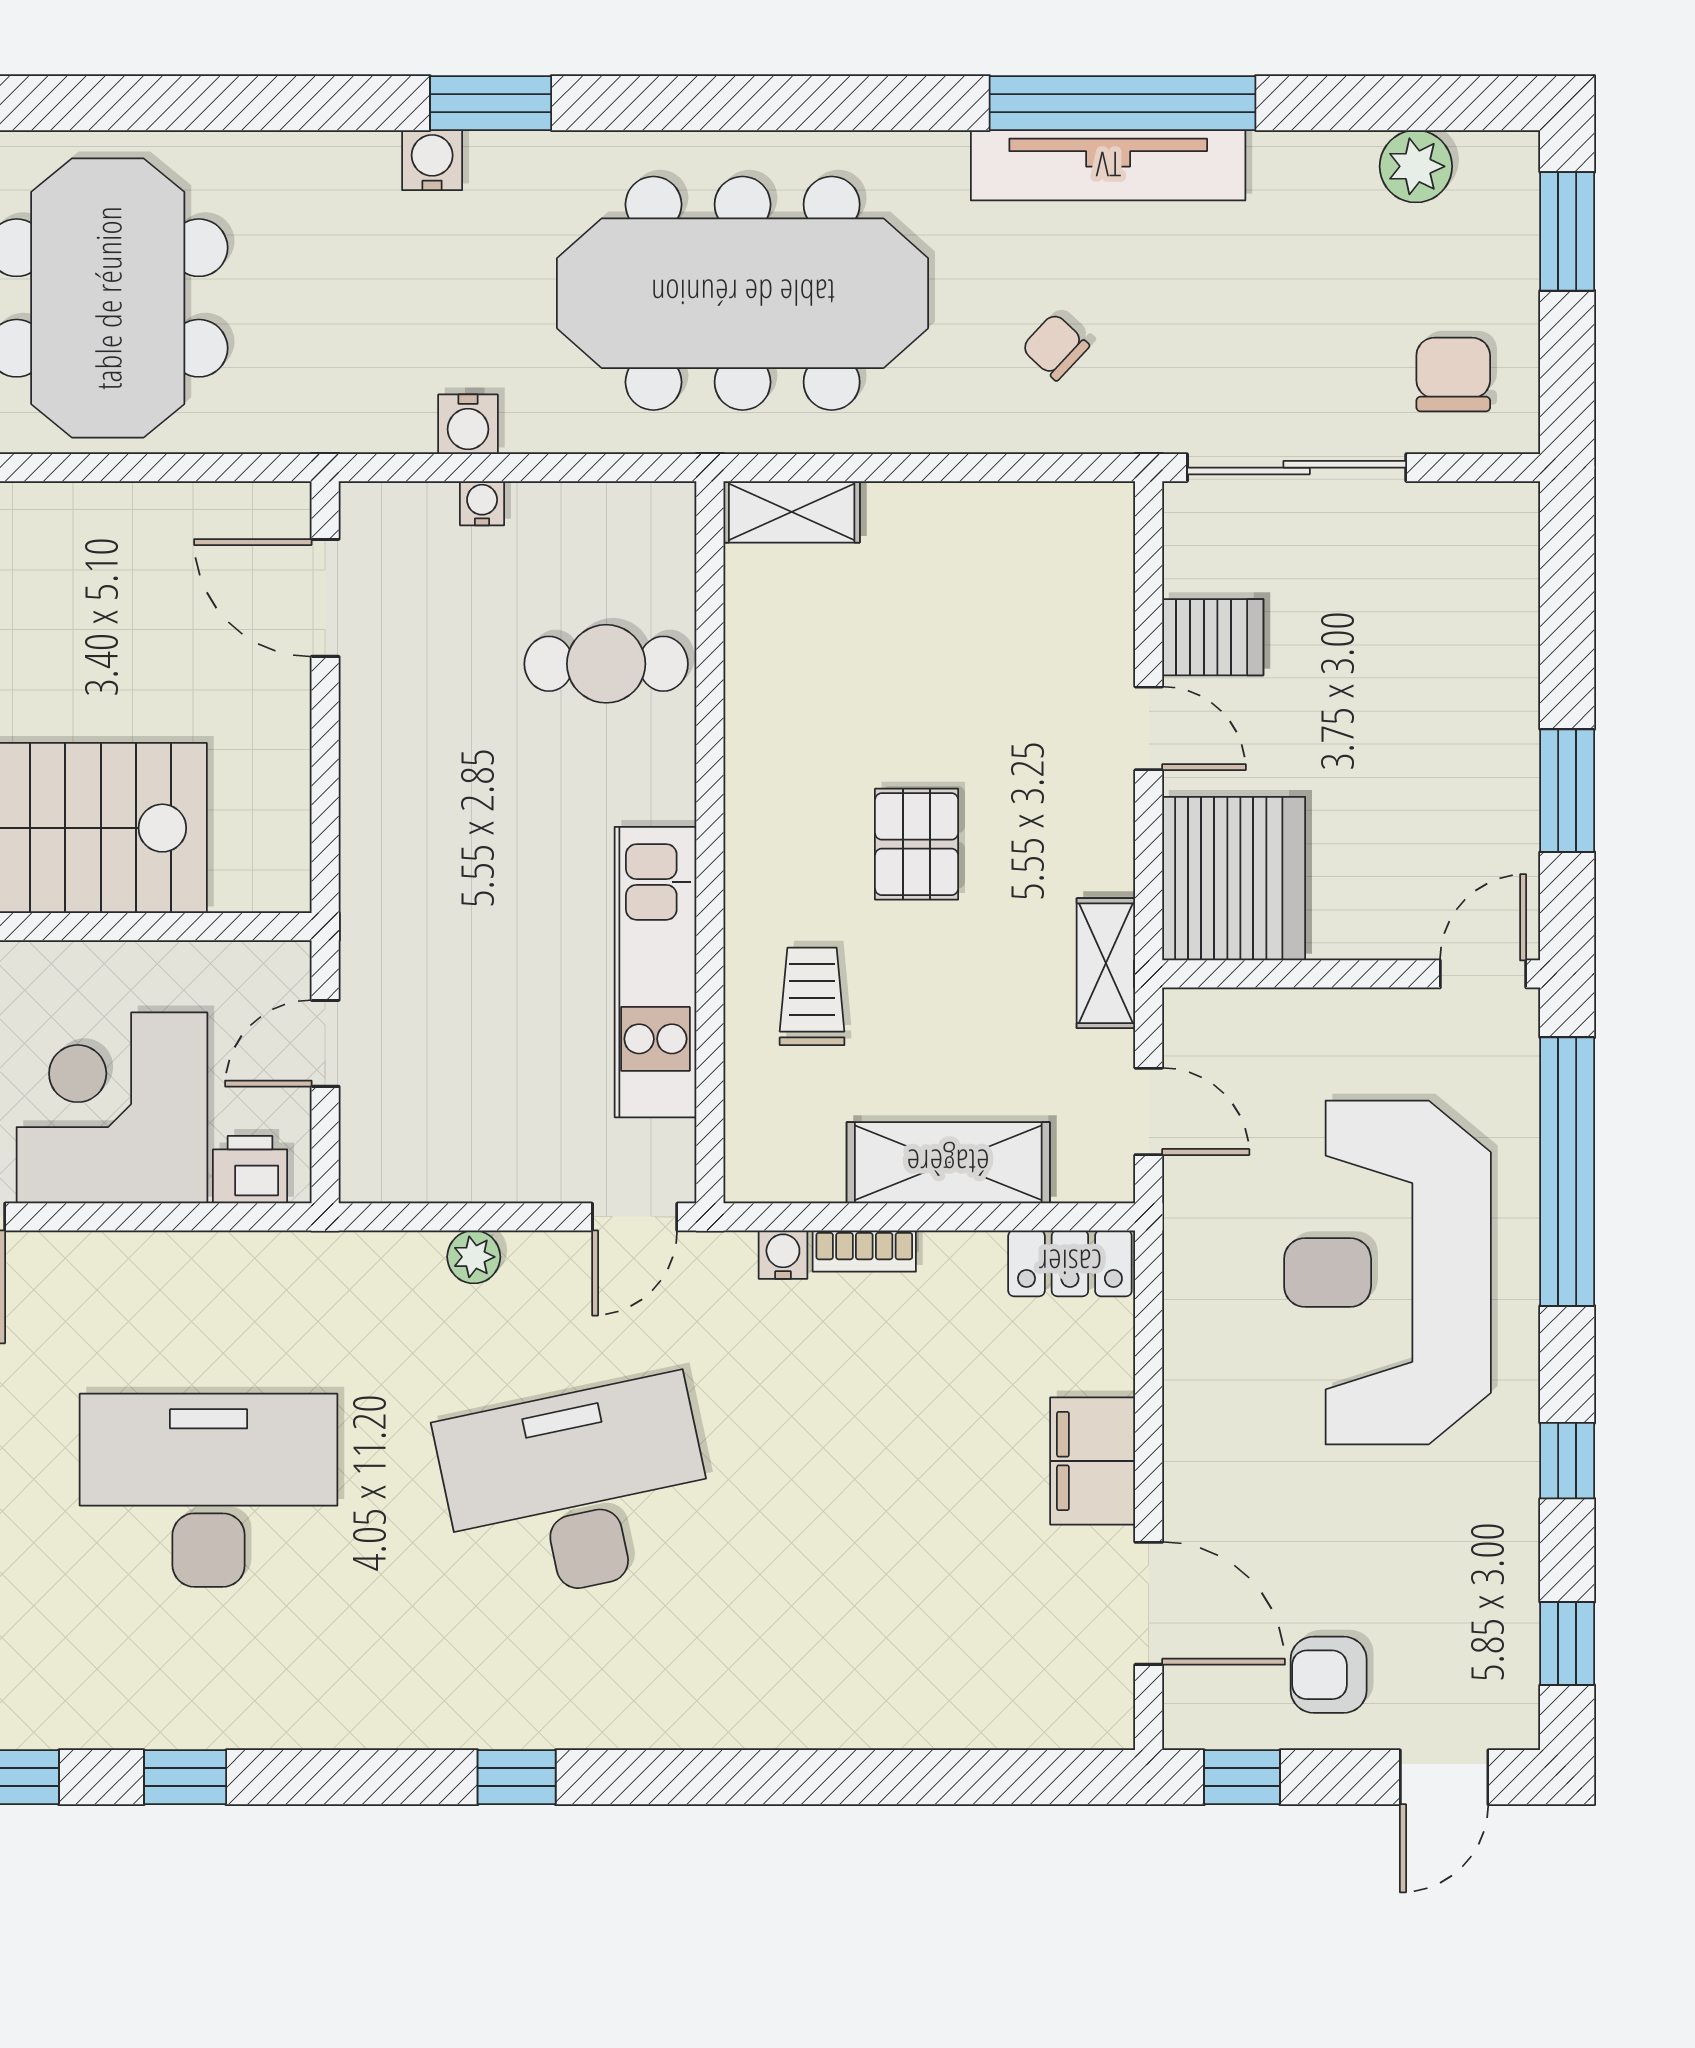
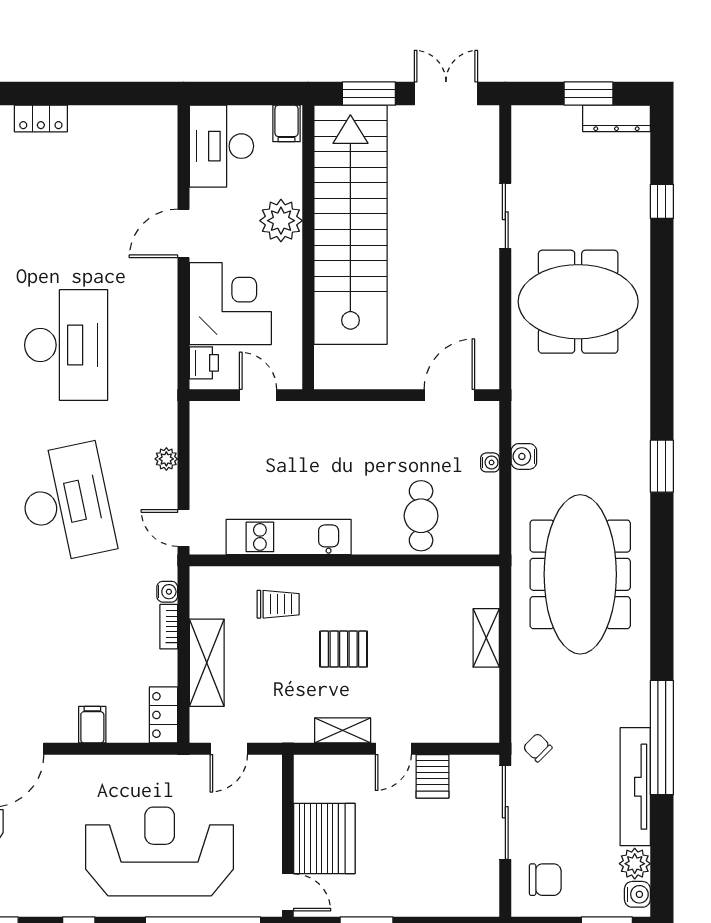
water cooler: (432, 160) -> (637, 894), moved
tv unit: (1108, 165) -> (635, 787), moved
chair: (1055, 347) -> (538, 748), moved, turned -88
shelving: (792, 512) -> (486, 638), moved
server rack: (1234, 879) -> (324, 839), moved, turned -90
shelving: (1106, 963) -> (343, 730), moved
filing cabinet: (1093, 1461) -> (92, 725), width x0.50

